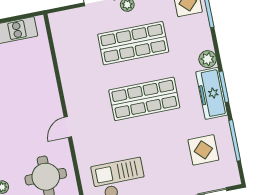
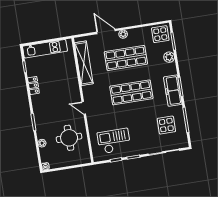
shelving: (65, 54) -> (84, 63), added
plant: (208, 59) -> (169, 57), moved
door: (68, 127) -> (84, 108), hinge flipped

